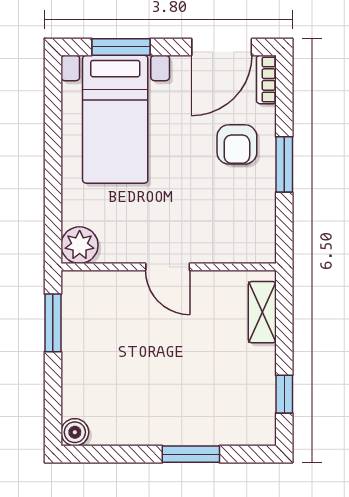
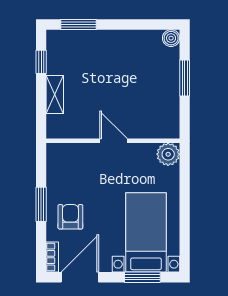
shelving: (262, 312) -> (55, 95), moved
window: (53, 323) -> (185, 78), moved
window: (191, 454) -> (78, 25), moved

